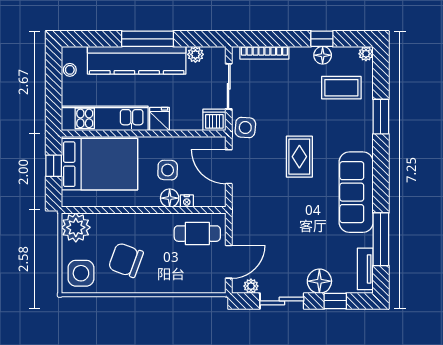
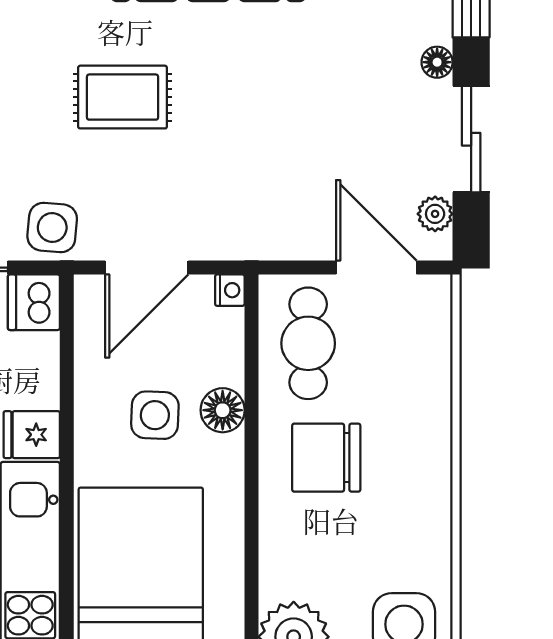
nightstand: (187, 201) -> (230, 290), moved
chair: (126, 260) -> (326, 458), moved, turned 70
floor lamp: (319, 281) -> (437, 62), width x0.53, depth x0.53

